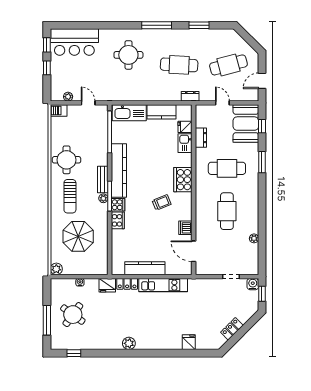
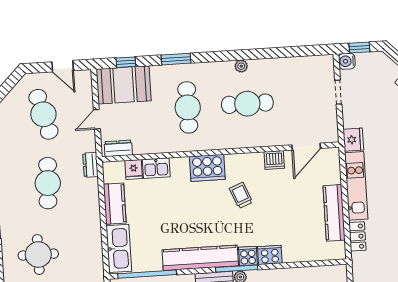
dresser: (201, 138) -> (118, 148), moved
plant: (254, 238) -> (241, 66), moved
fridge: (107, 285) -> (353, 140), moved

